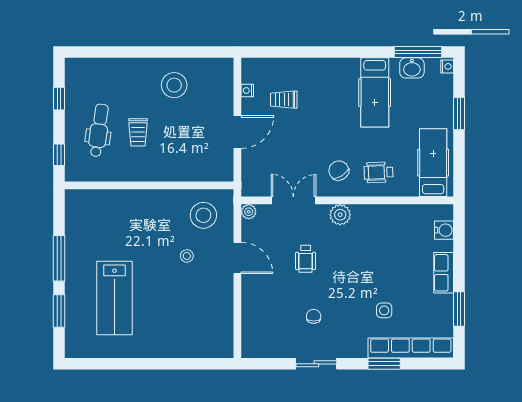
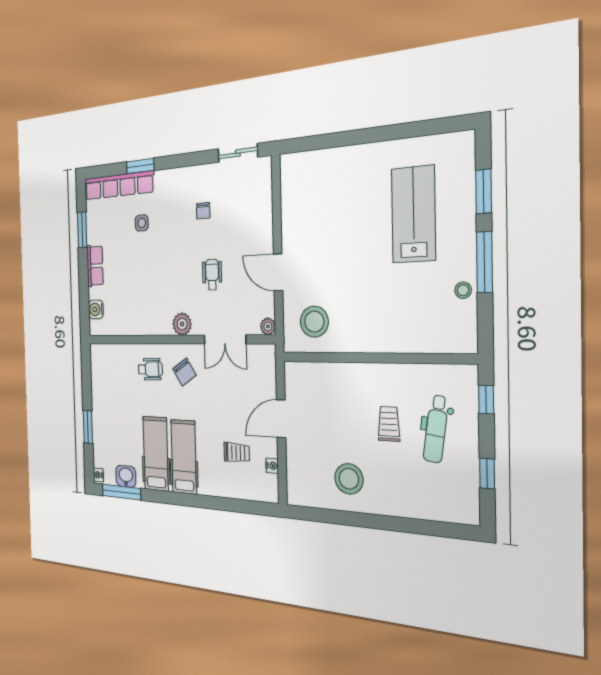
hospital bed: (433, 163) -> (184, 457), moved, turned 180
stool: (187, 256) -> (463, 290), moved
sliding door: (316, 364) -> (238, 153), moved

